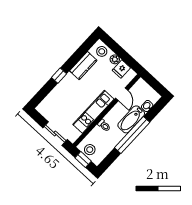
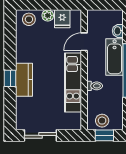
kitchen counter: (83, 66) -> (24, 80), moved
door: (122, 94) -> (84, 42), swing flipped
sliding door: (55, 134) -> (40, 135), moved

